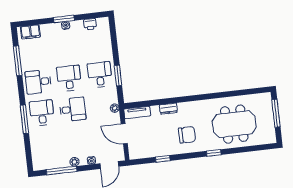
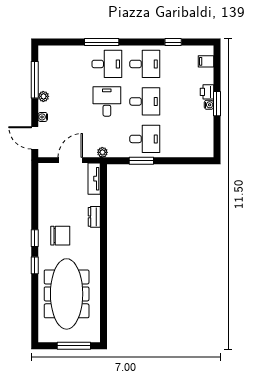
printer: (90, 24) -> (207, 92), moved
filing cabinet: (30, 32) -> (206, 61), width x0.50
window: (18, 61) -> (173, 42), width x0.46
desk: (38, 82) -> (145, 64), turned 90
desk: (73, 109) -> (107, 101), turned 180
meeting table: (234, 124) -> (67, 294), width x1.36
chair: (187, 135) -> (60, 236), turned -90
window: (163, 159) -> (35, 238), moved

